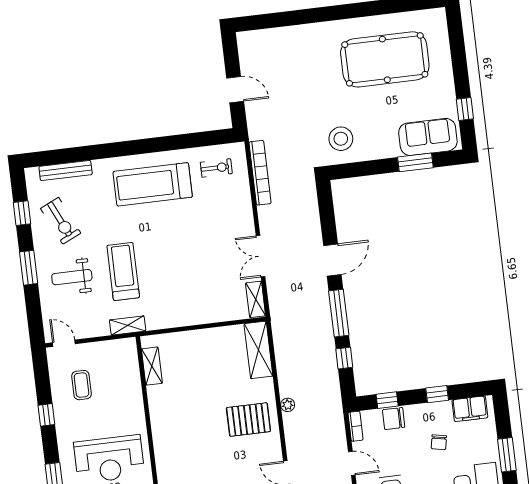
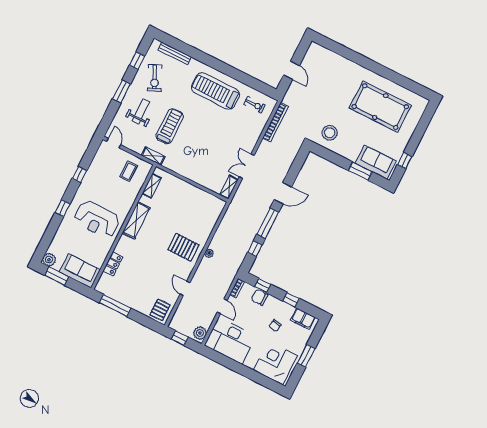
weight bench: (72, 277) -> (141, 111), turned 90
shelving: (258, 350) -> (136, 220), moved
coffee table: (81, 385) -> (129, 171), moved

